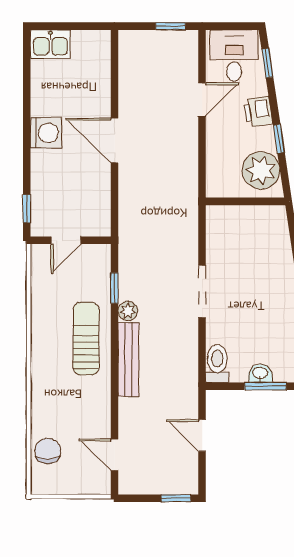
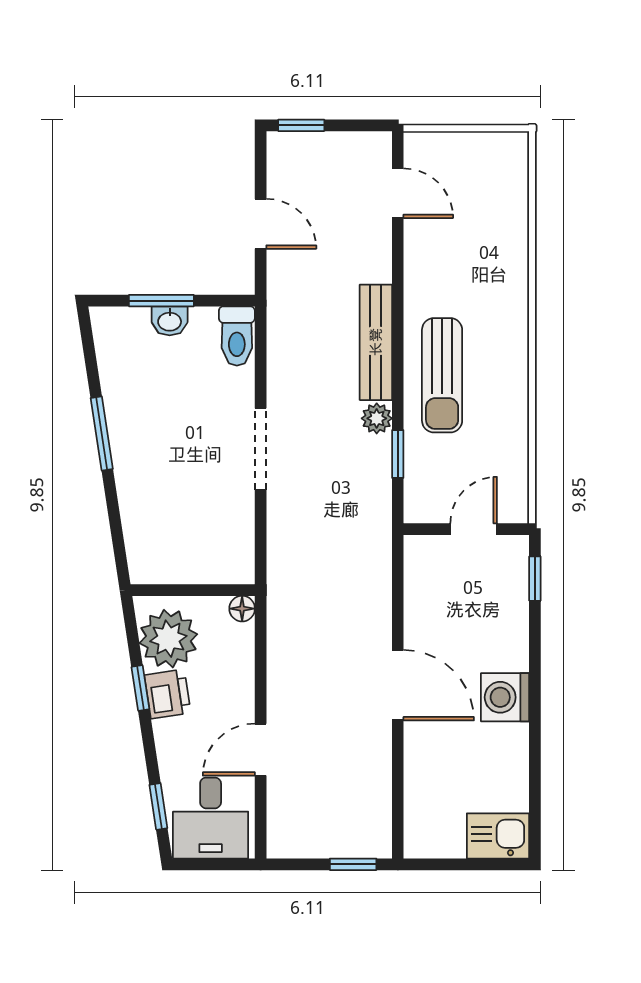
window: (171, 26) -> (353, 864), moved
printer: (258, 112) -> (168, 694), moved
floor lamp: (214, 190) -> (242, 609), added
chair: (48, 451) -> (502, 199), removed

